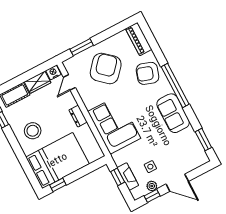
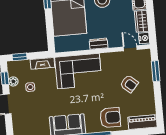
armchair: (106, 68) -> (129, 84), width x0.53, depth x0.53
armchair: (148, 73) -> (110, 118), turned 72
window: (118, 177) -> (20, 57), moved
fireplace: (128, 177) -> (42, 63), moved

